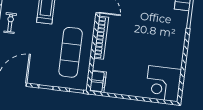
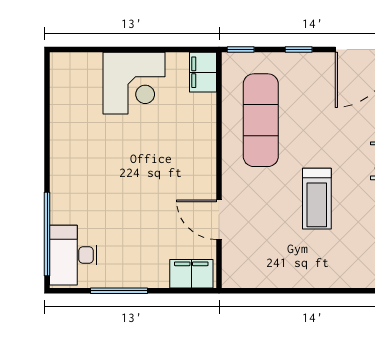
bookcase: (101, 38) -> (207, 154), removed
corner desk: (163, 84) -> (134, 83), moved, turned 90

